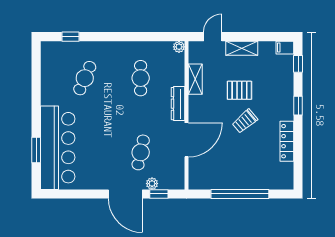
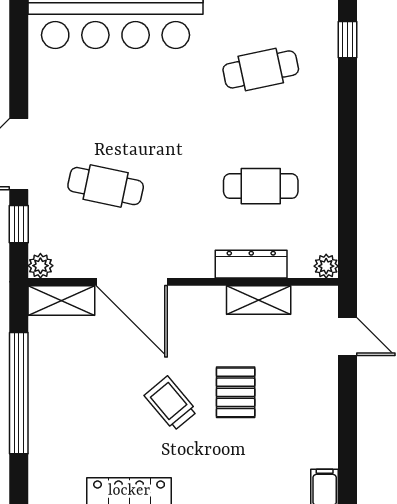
shelving: (242, 48) -> (61, 301), moved, turned 90
cafe table: (85, 78) -> (261, 69), turned -36
dresser: (178, 104) -> (251, 264), moved
plant: (152, 184) -> (40, 266), moved

